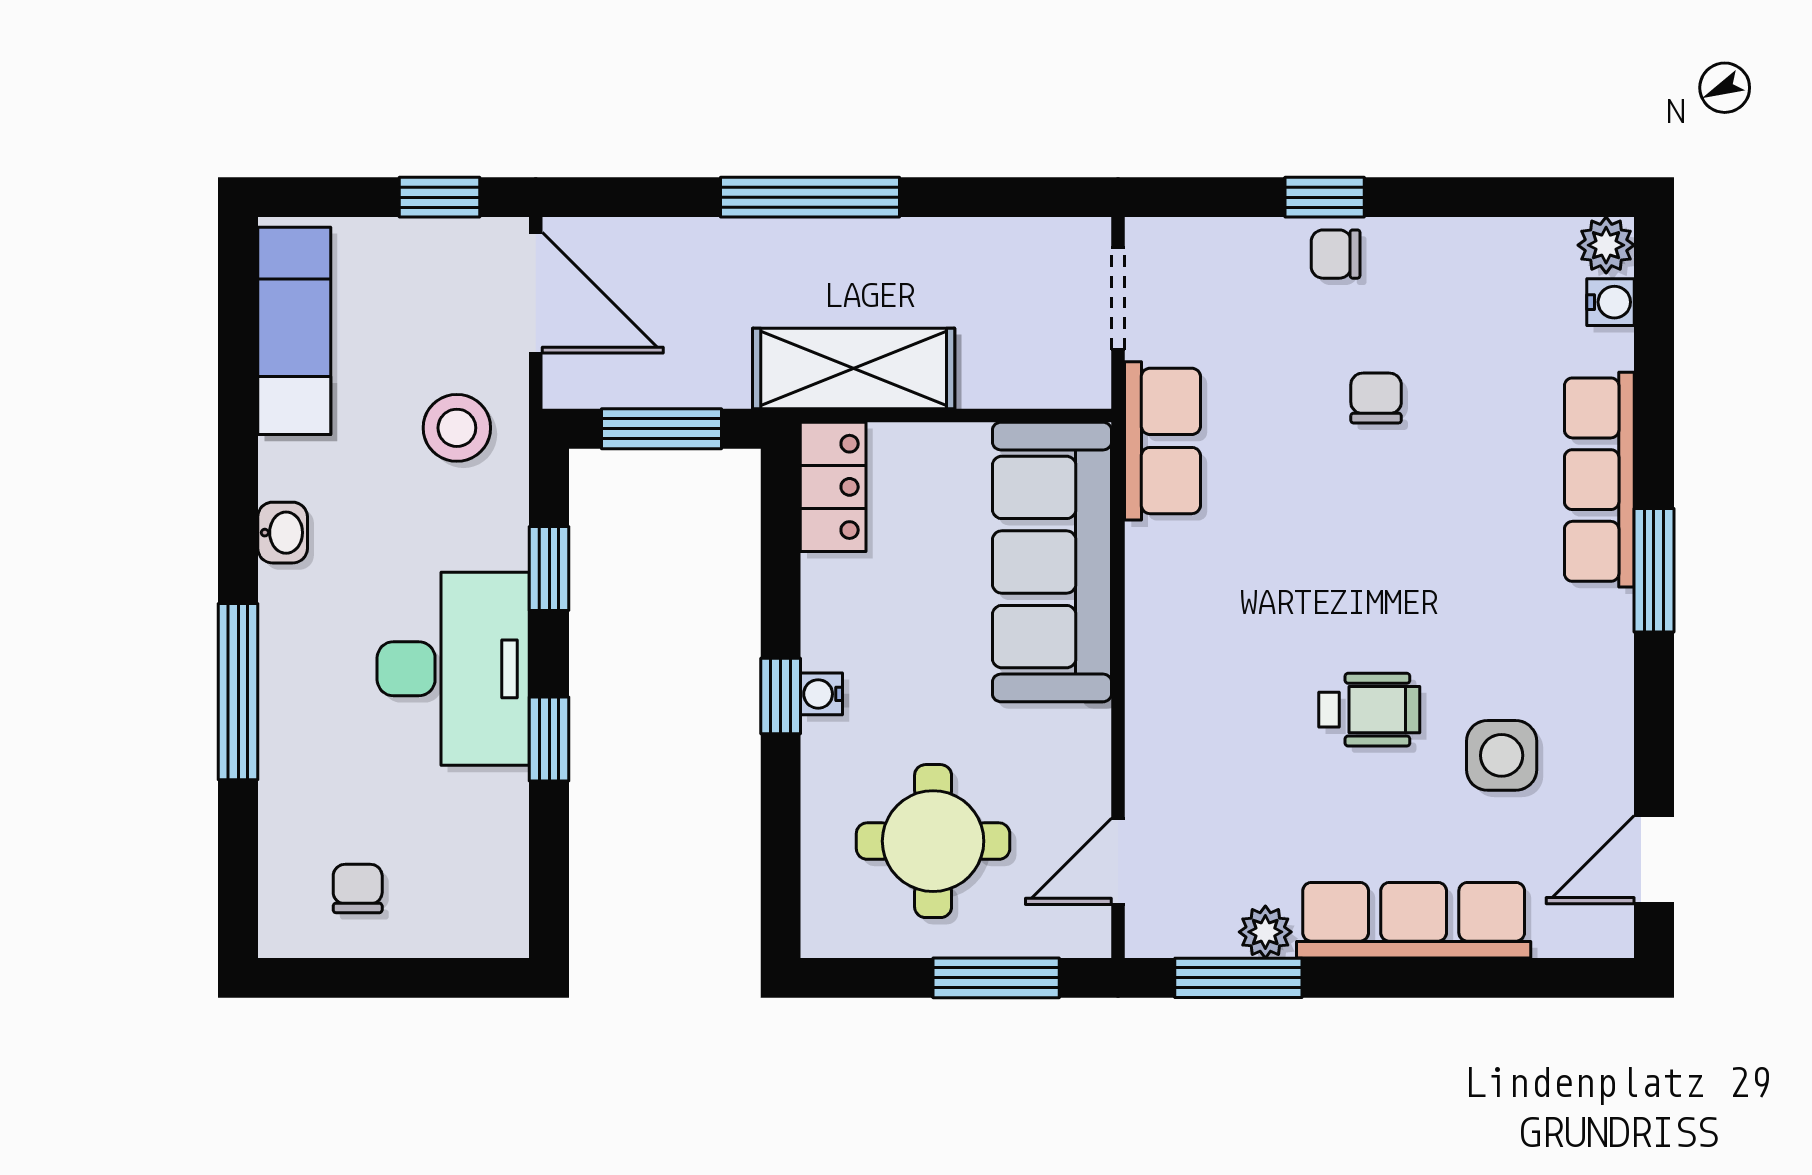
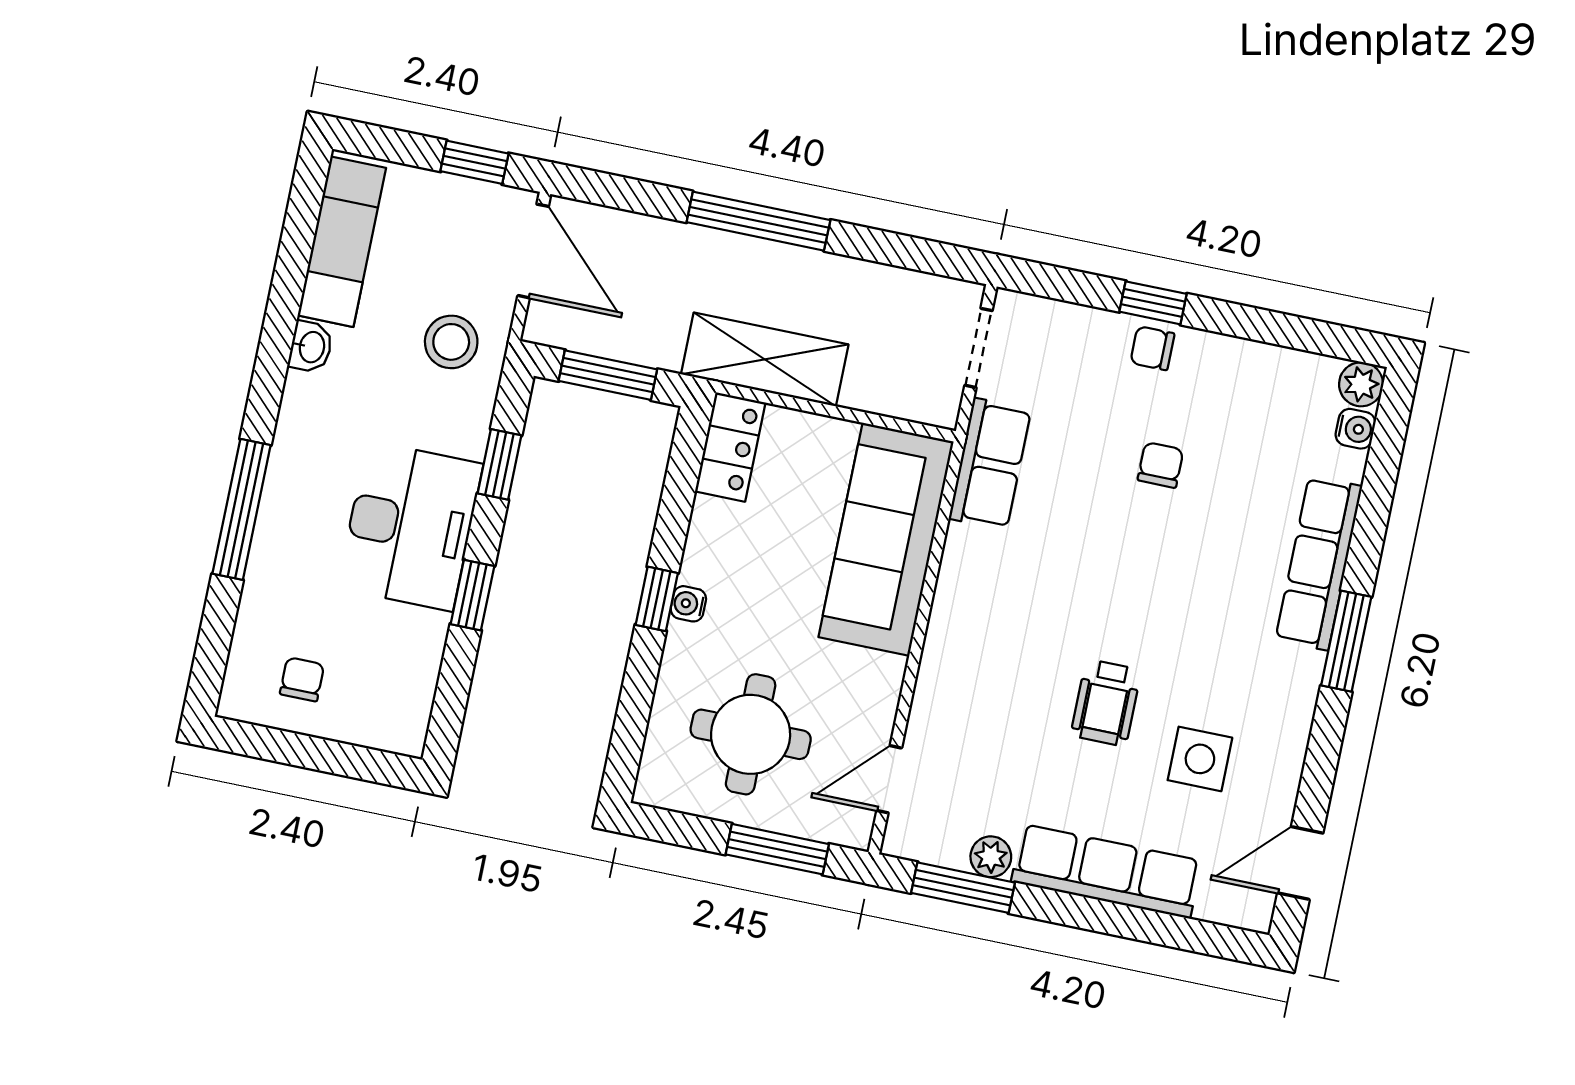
washbasin: (283, 533) -> (311, 347), moved
wheelchair: (1369, 710) -> (1106, 703), turned 90

